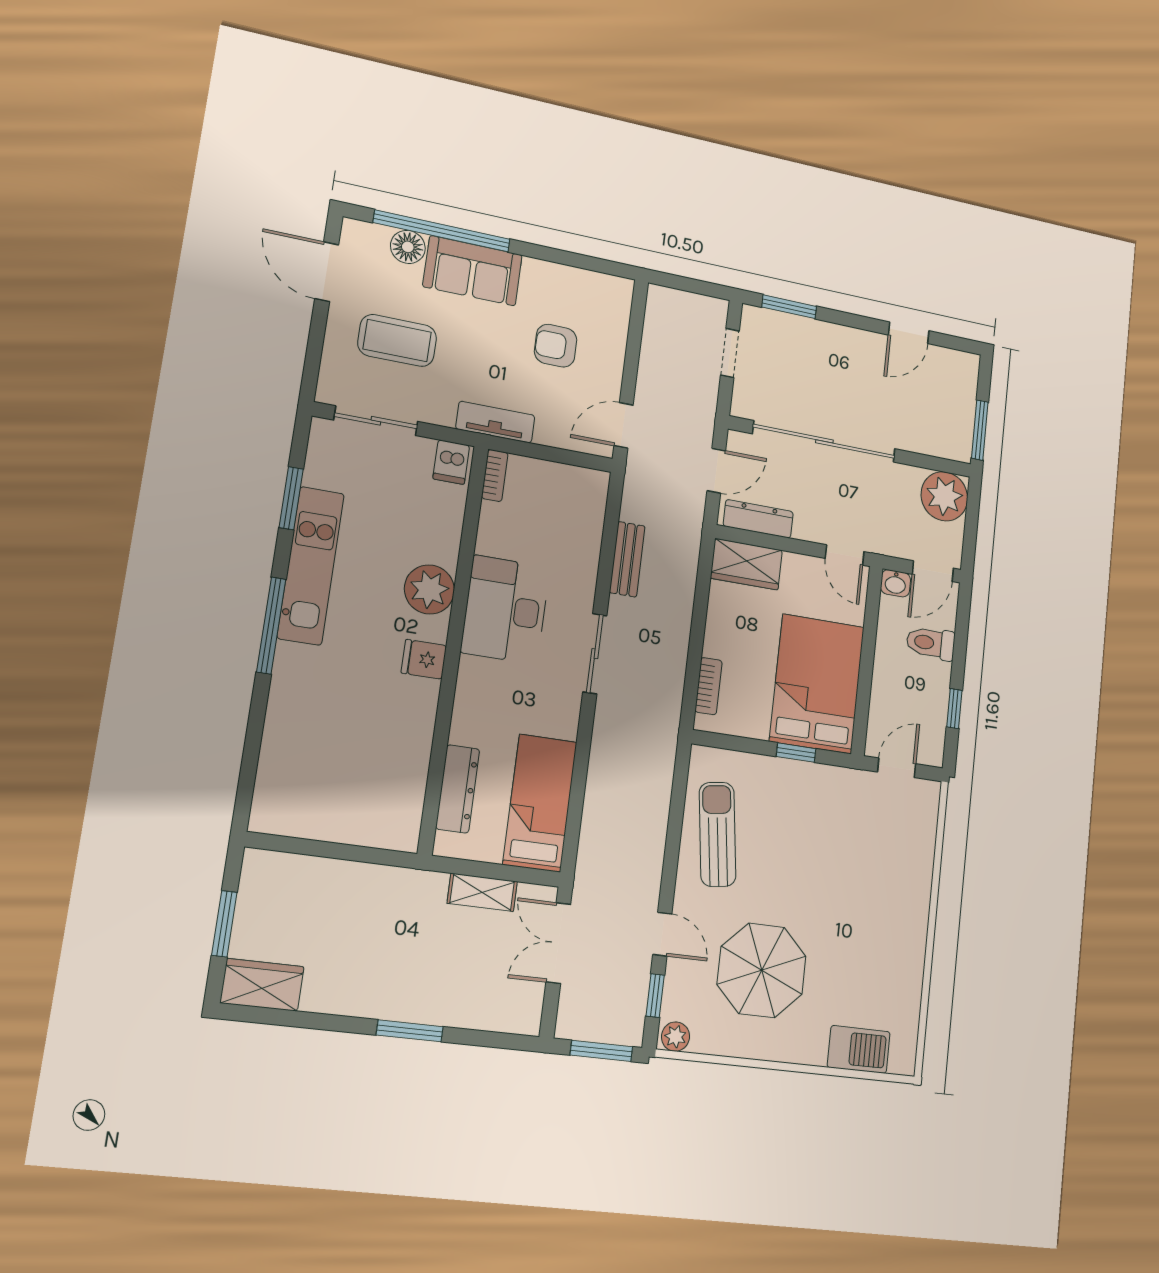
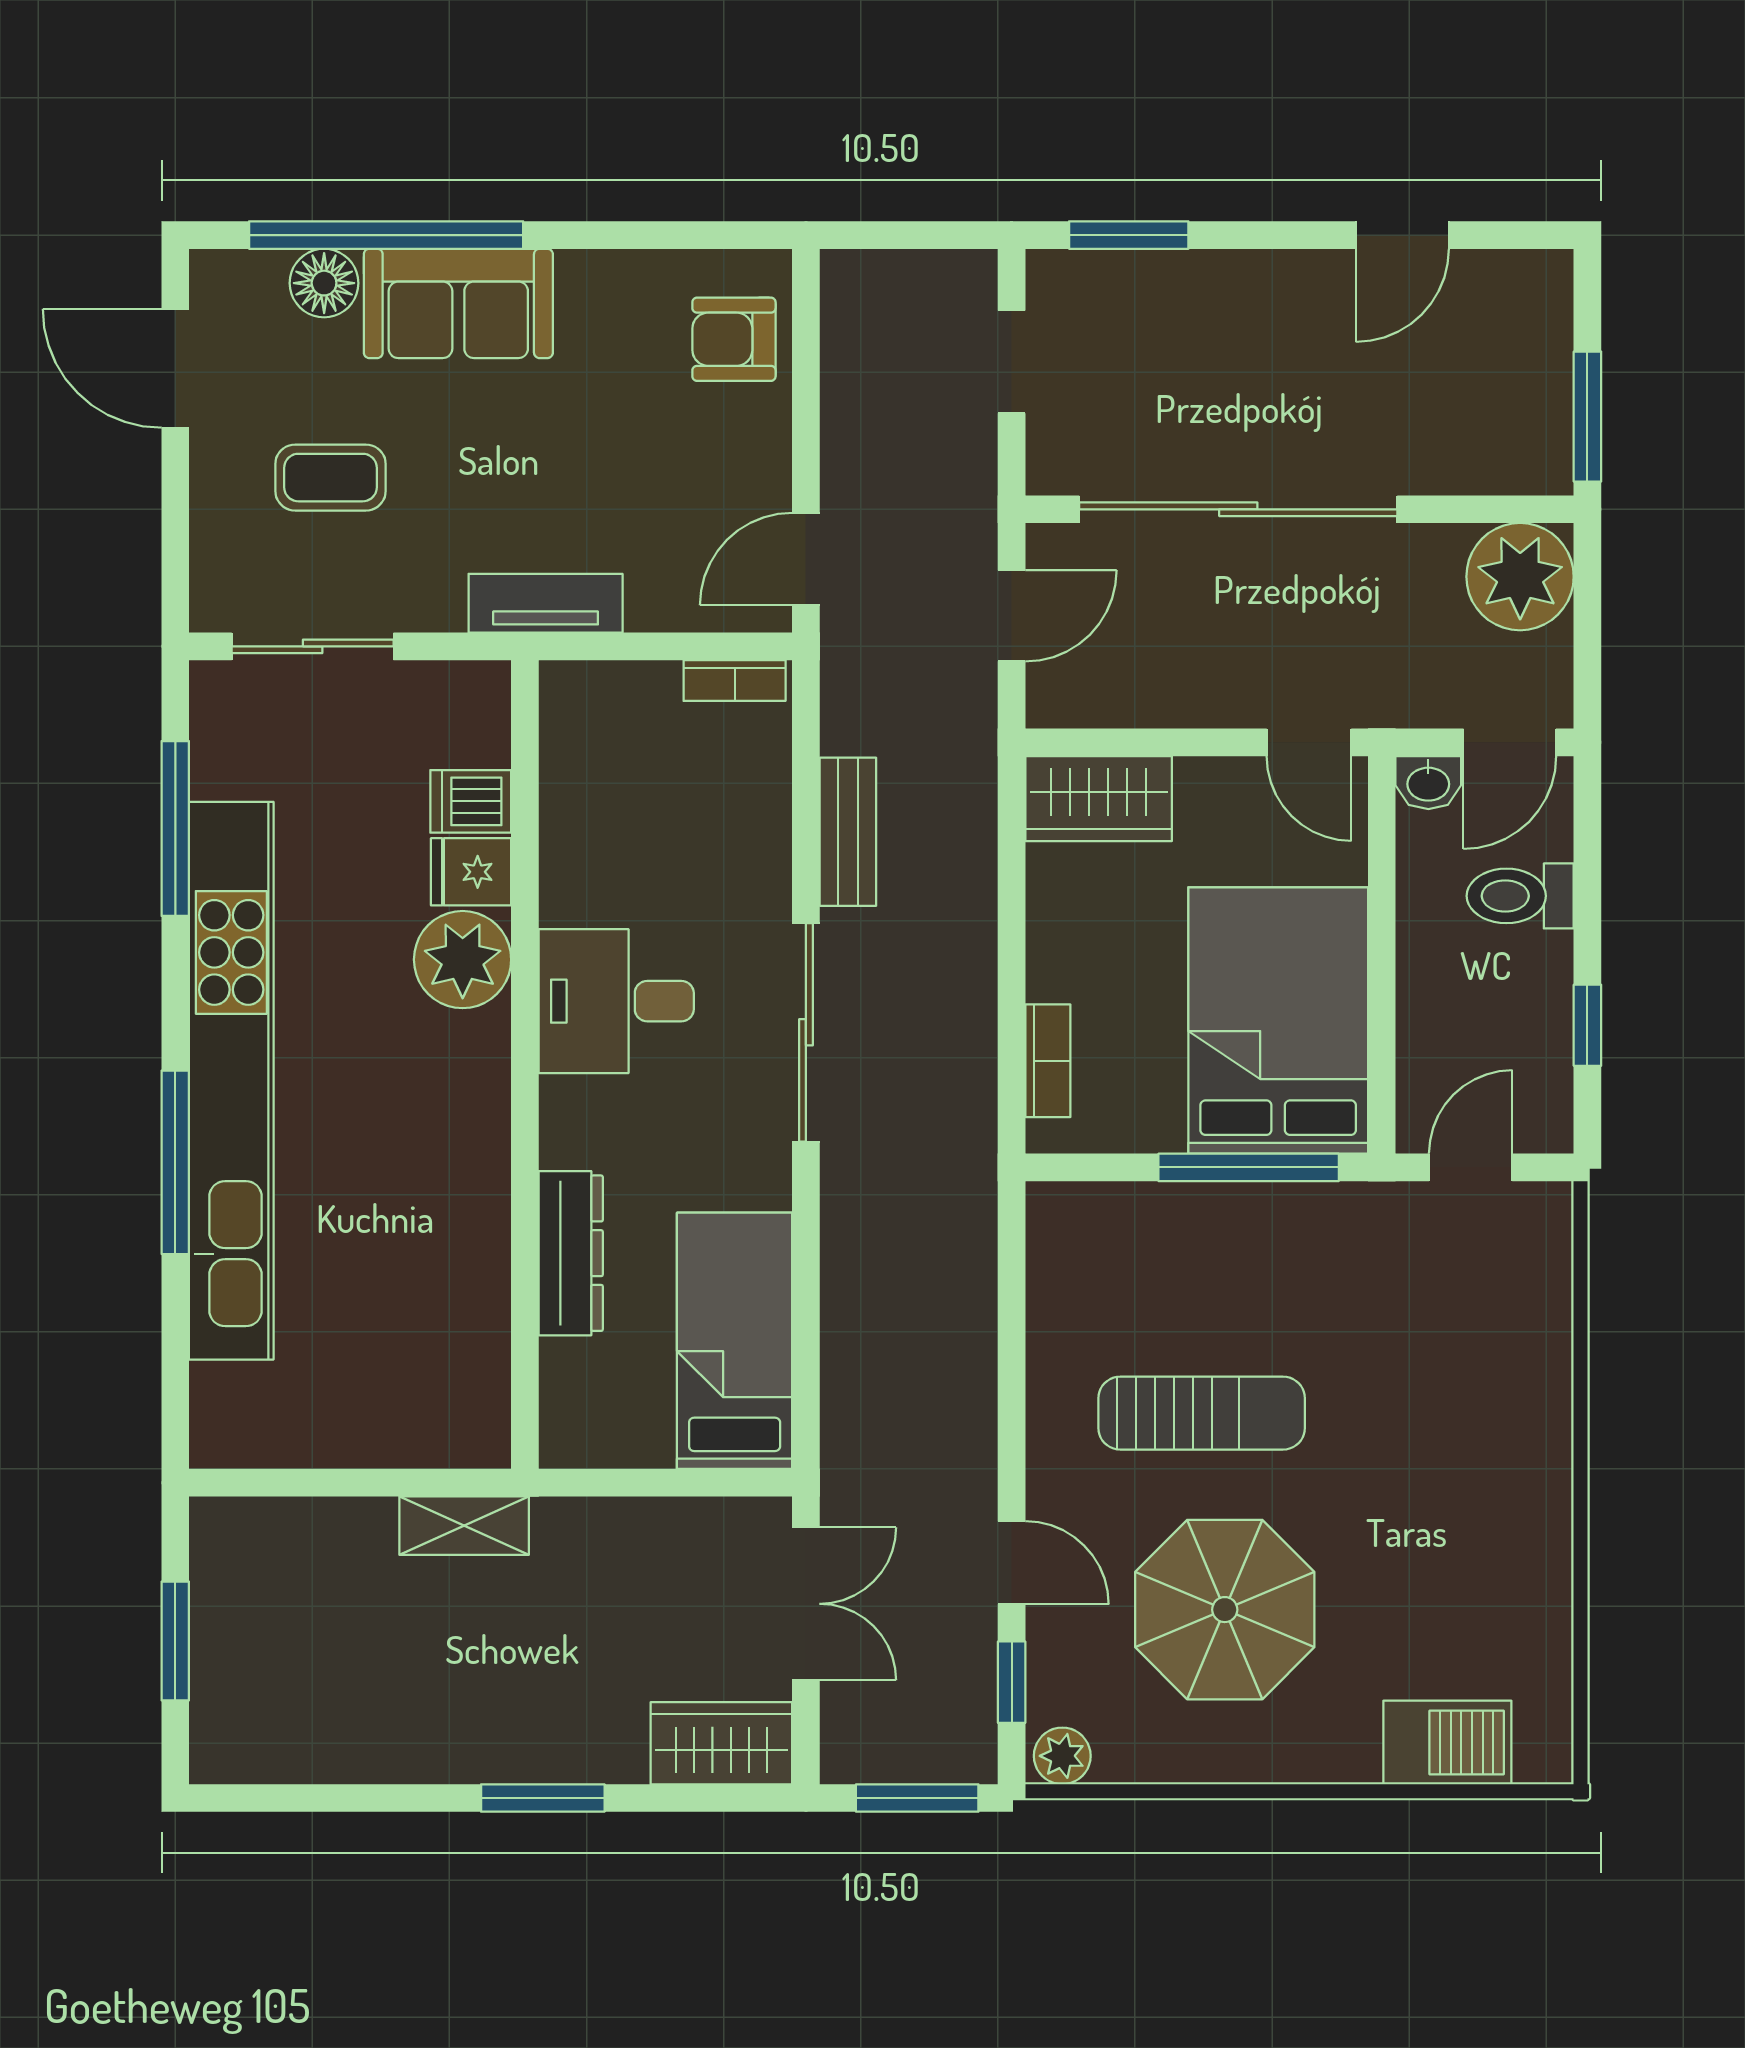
coffee table: (397, 340) -> (330, 478), width x0.73, depth x0.77
armchair: (556, 346) -> (734, 339), moved
dishwasher: (451, 462) -> (471, 801), moved, turned 90
bookcase: (495, 475) -> (735, 680), moved, turned 90
window: (291, 498) -> (175, 828), width x1.44
dresser: (758, 519) -> (1113, 700), removed
kitchen unit: (311, 566) -> (231, 1081), width x1.86
desk: (505, 610) -> (616, 1001), width x0.73
window: (271, 626) -> (175, 1162), moved
sliding door: (595, 654) -> (806, 1032), width x1.37
fridge: (424, 659) -> (471, 872), moved
window: (796, 753) -> (1249, 1167), width x2.17
dresser: (458, 789) -> (571, 1253), moved
sun lounger: (717, 834) -> (1202, 1413), moved, turned 98
shelving: (482, 892) -> (464, 1526), moved
double door: (558, 943) -> (806, 1604), swing flipped
wardrobe: (262, 985) -> (721, 1743), moved

